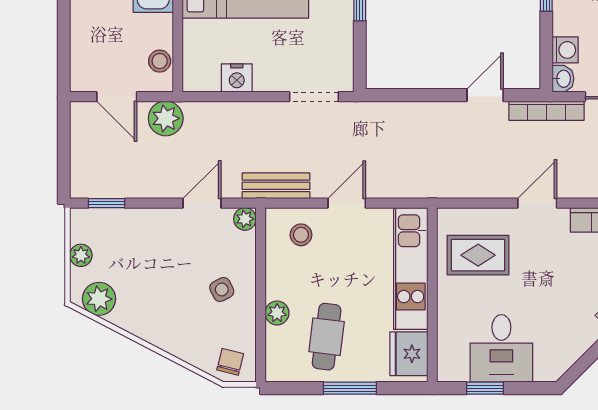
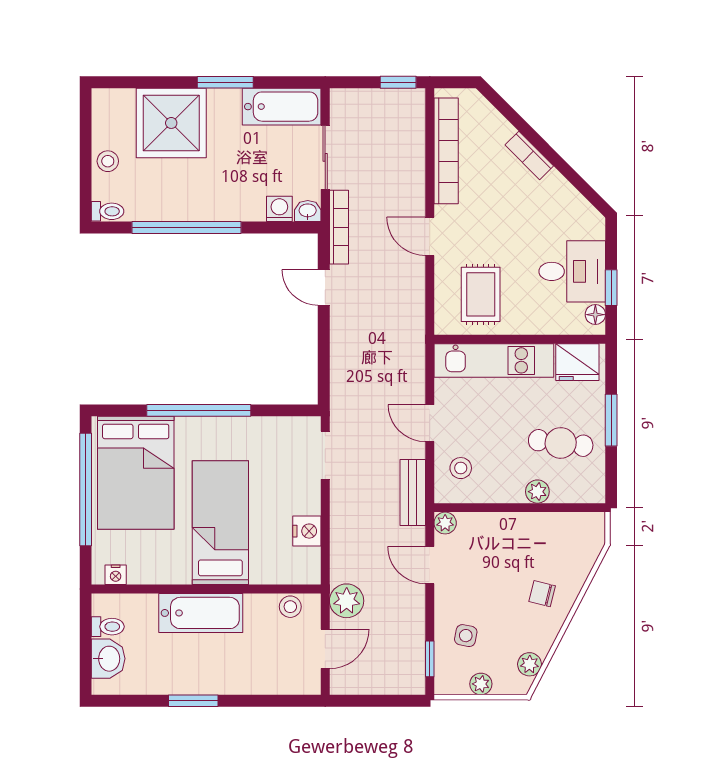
side table: (222, 290) -> (466, 636), moved, turned 38
plant: (99, 299) -> (529, 664), width x0.73, depth x0.73
chair: (230, 362) -> (542, 594), moved
floor lamp: (457, 372) -> (595, 315), added

